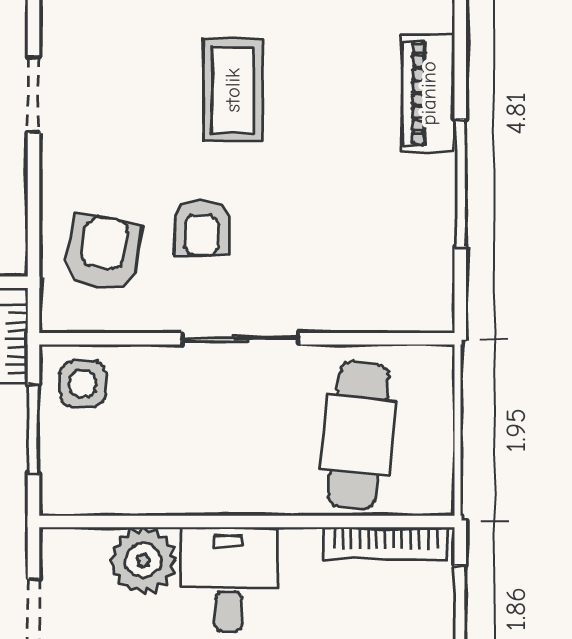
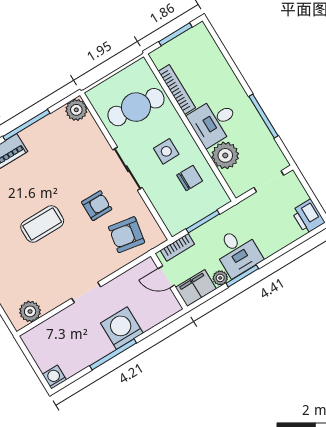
plant: (428, 307) -> (76, 110), added
side table: (83, 384) -> (166, 151), moved
chair: (141, 457) -> (190, 178), added
bookcase: (385, 543) -> (177, 89), moved

